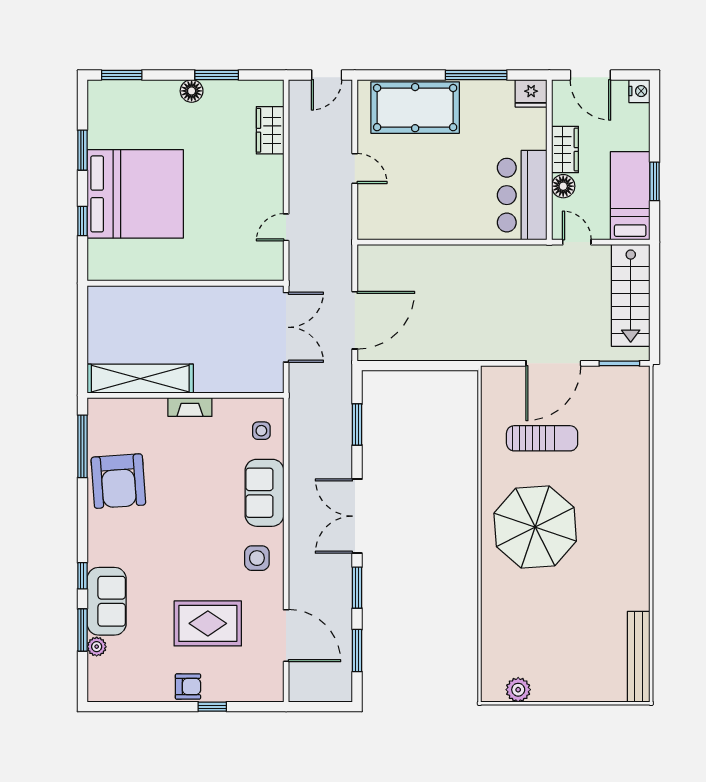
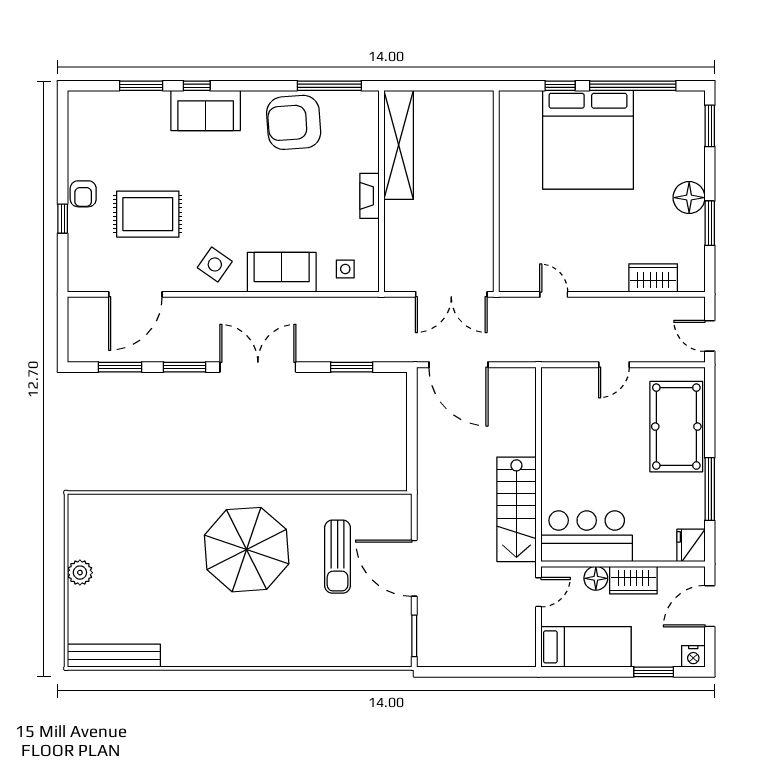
floor lamp: (192, 91) -> (689, 198), width x1.38, depth x1.38
window: (82, 150) -> (633, 86), width x2.11
window: (655, 181) -> (654, 672), moved
stairs: (631, 295) -> (516, 509), moved, turned -90
side table: (257, 558) -> (215, 264), turned 35
sofa: (107, 601) -> (206, 110), moved
rug: (208, 623) -> (148, 214), turned 90
plant: (97, 647) -> (124, 100), removed
plant: (518, 690) -> (80, 573), moved

